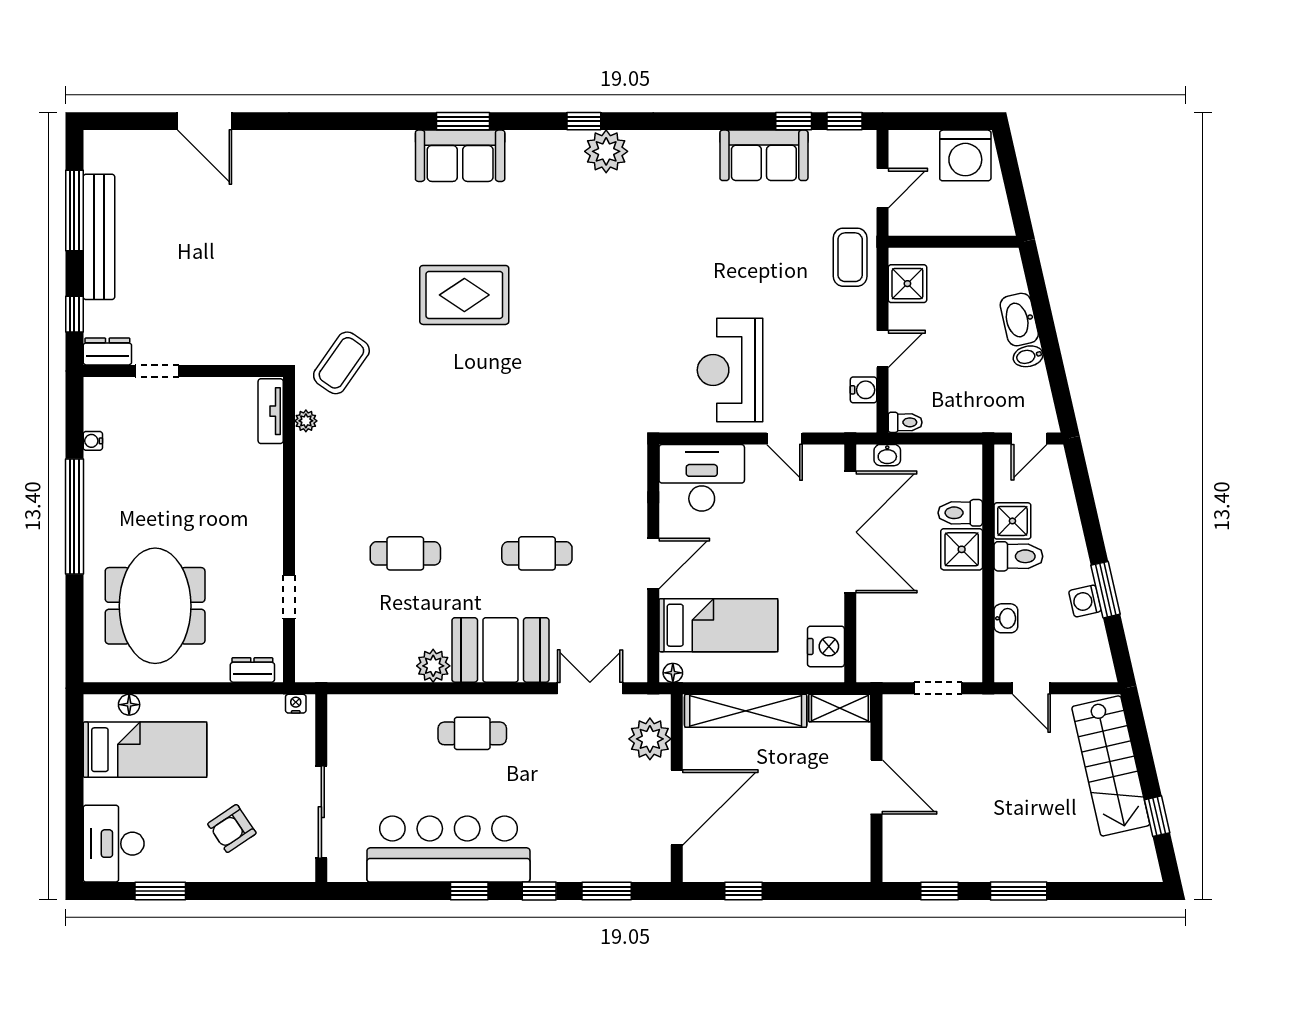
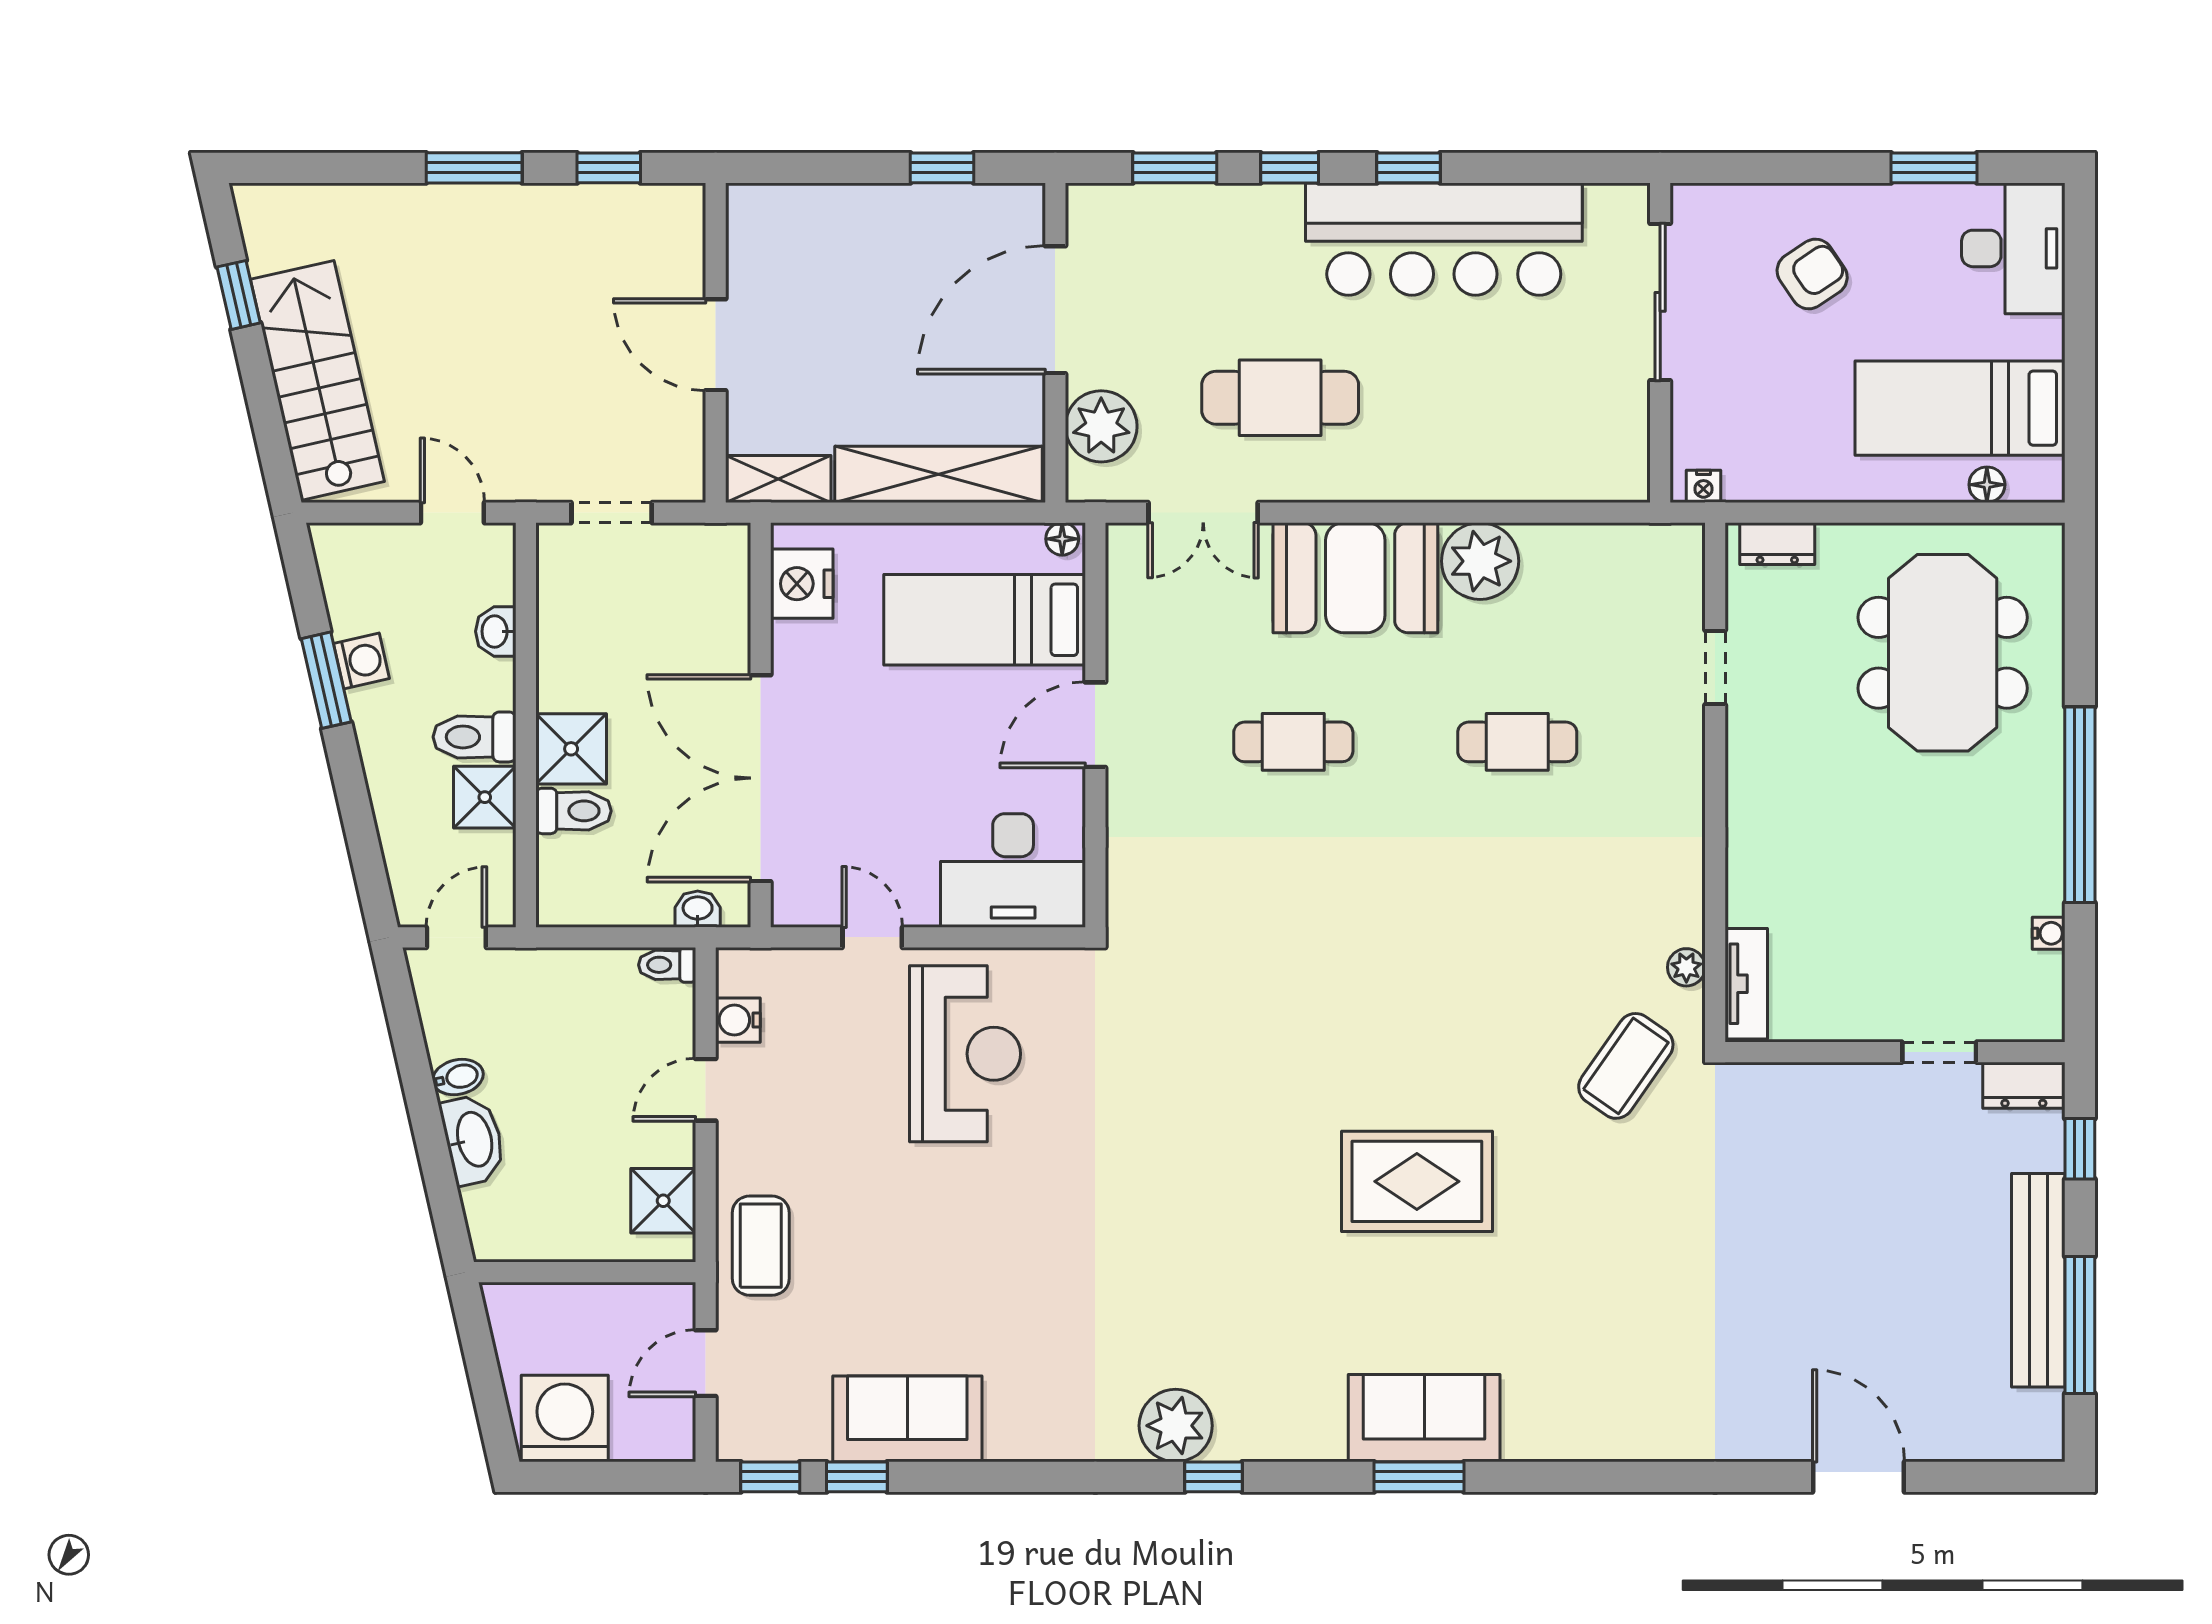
plant: (433, 666) -> (1480, 561), width x1.36, depth x1.36
cafe table: (472, 733) -> (1280, 398), moved, width x1.37, depth x1.35

